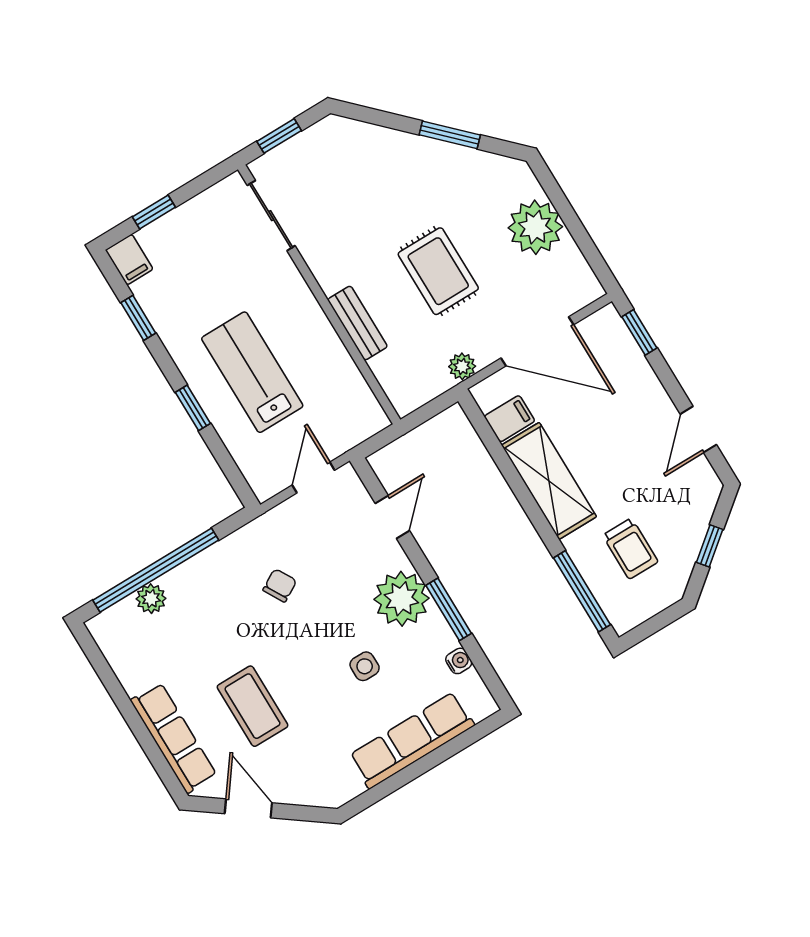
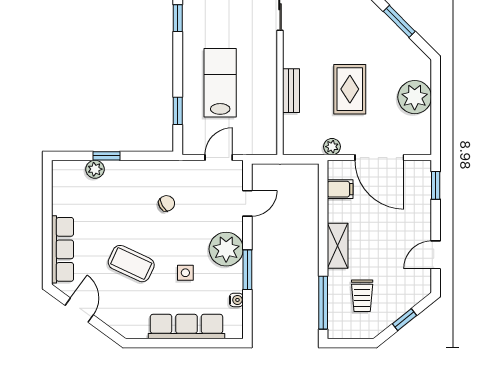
window: (193, 408) -> (178, 111), moved
shelving: (549, 481) -> (338, 246), width x0.67, depth x0.75
window: (156, 570) -> (107, 156), width x0.32
coffee table: (253, 706) -> (131, 264), moved, turned -65

